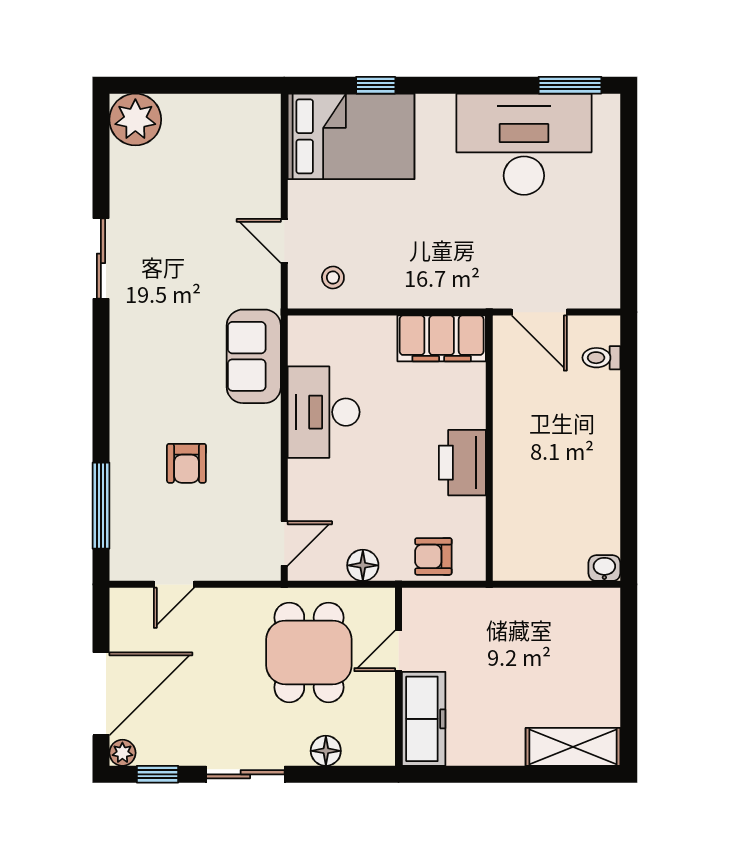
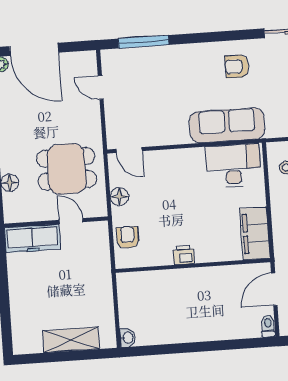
sofa: (254, 356) -> (227, 125), width x1.36
toilet: (601, 358) -> (268, 326), moved
desk: (324, 412) -> (233, 166), moved
armchair: (186, 463) -> (237, 66), moved
printer: (462, 463) -> (184, 255), width x0.53, depth x0.68
shelving: (573, 747) -> (71, 340), moved, turned 90

